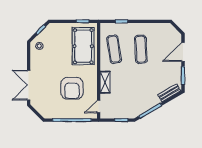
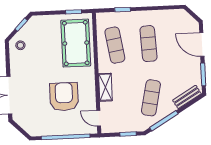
door: (183, 52) -> (202, 45), hinge flipped
armchair: (72, 88) -> (64, 97), turned 180
exercise mat: (141, 92) -> (151, 98), added
door: (99, 107) -> (99, 118), hinge flipped

